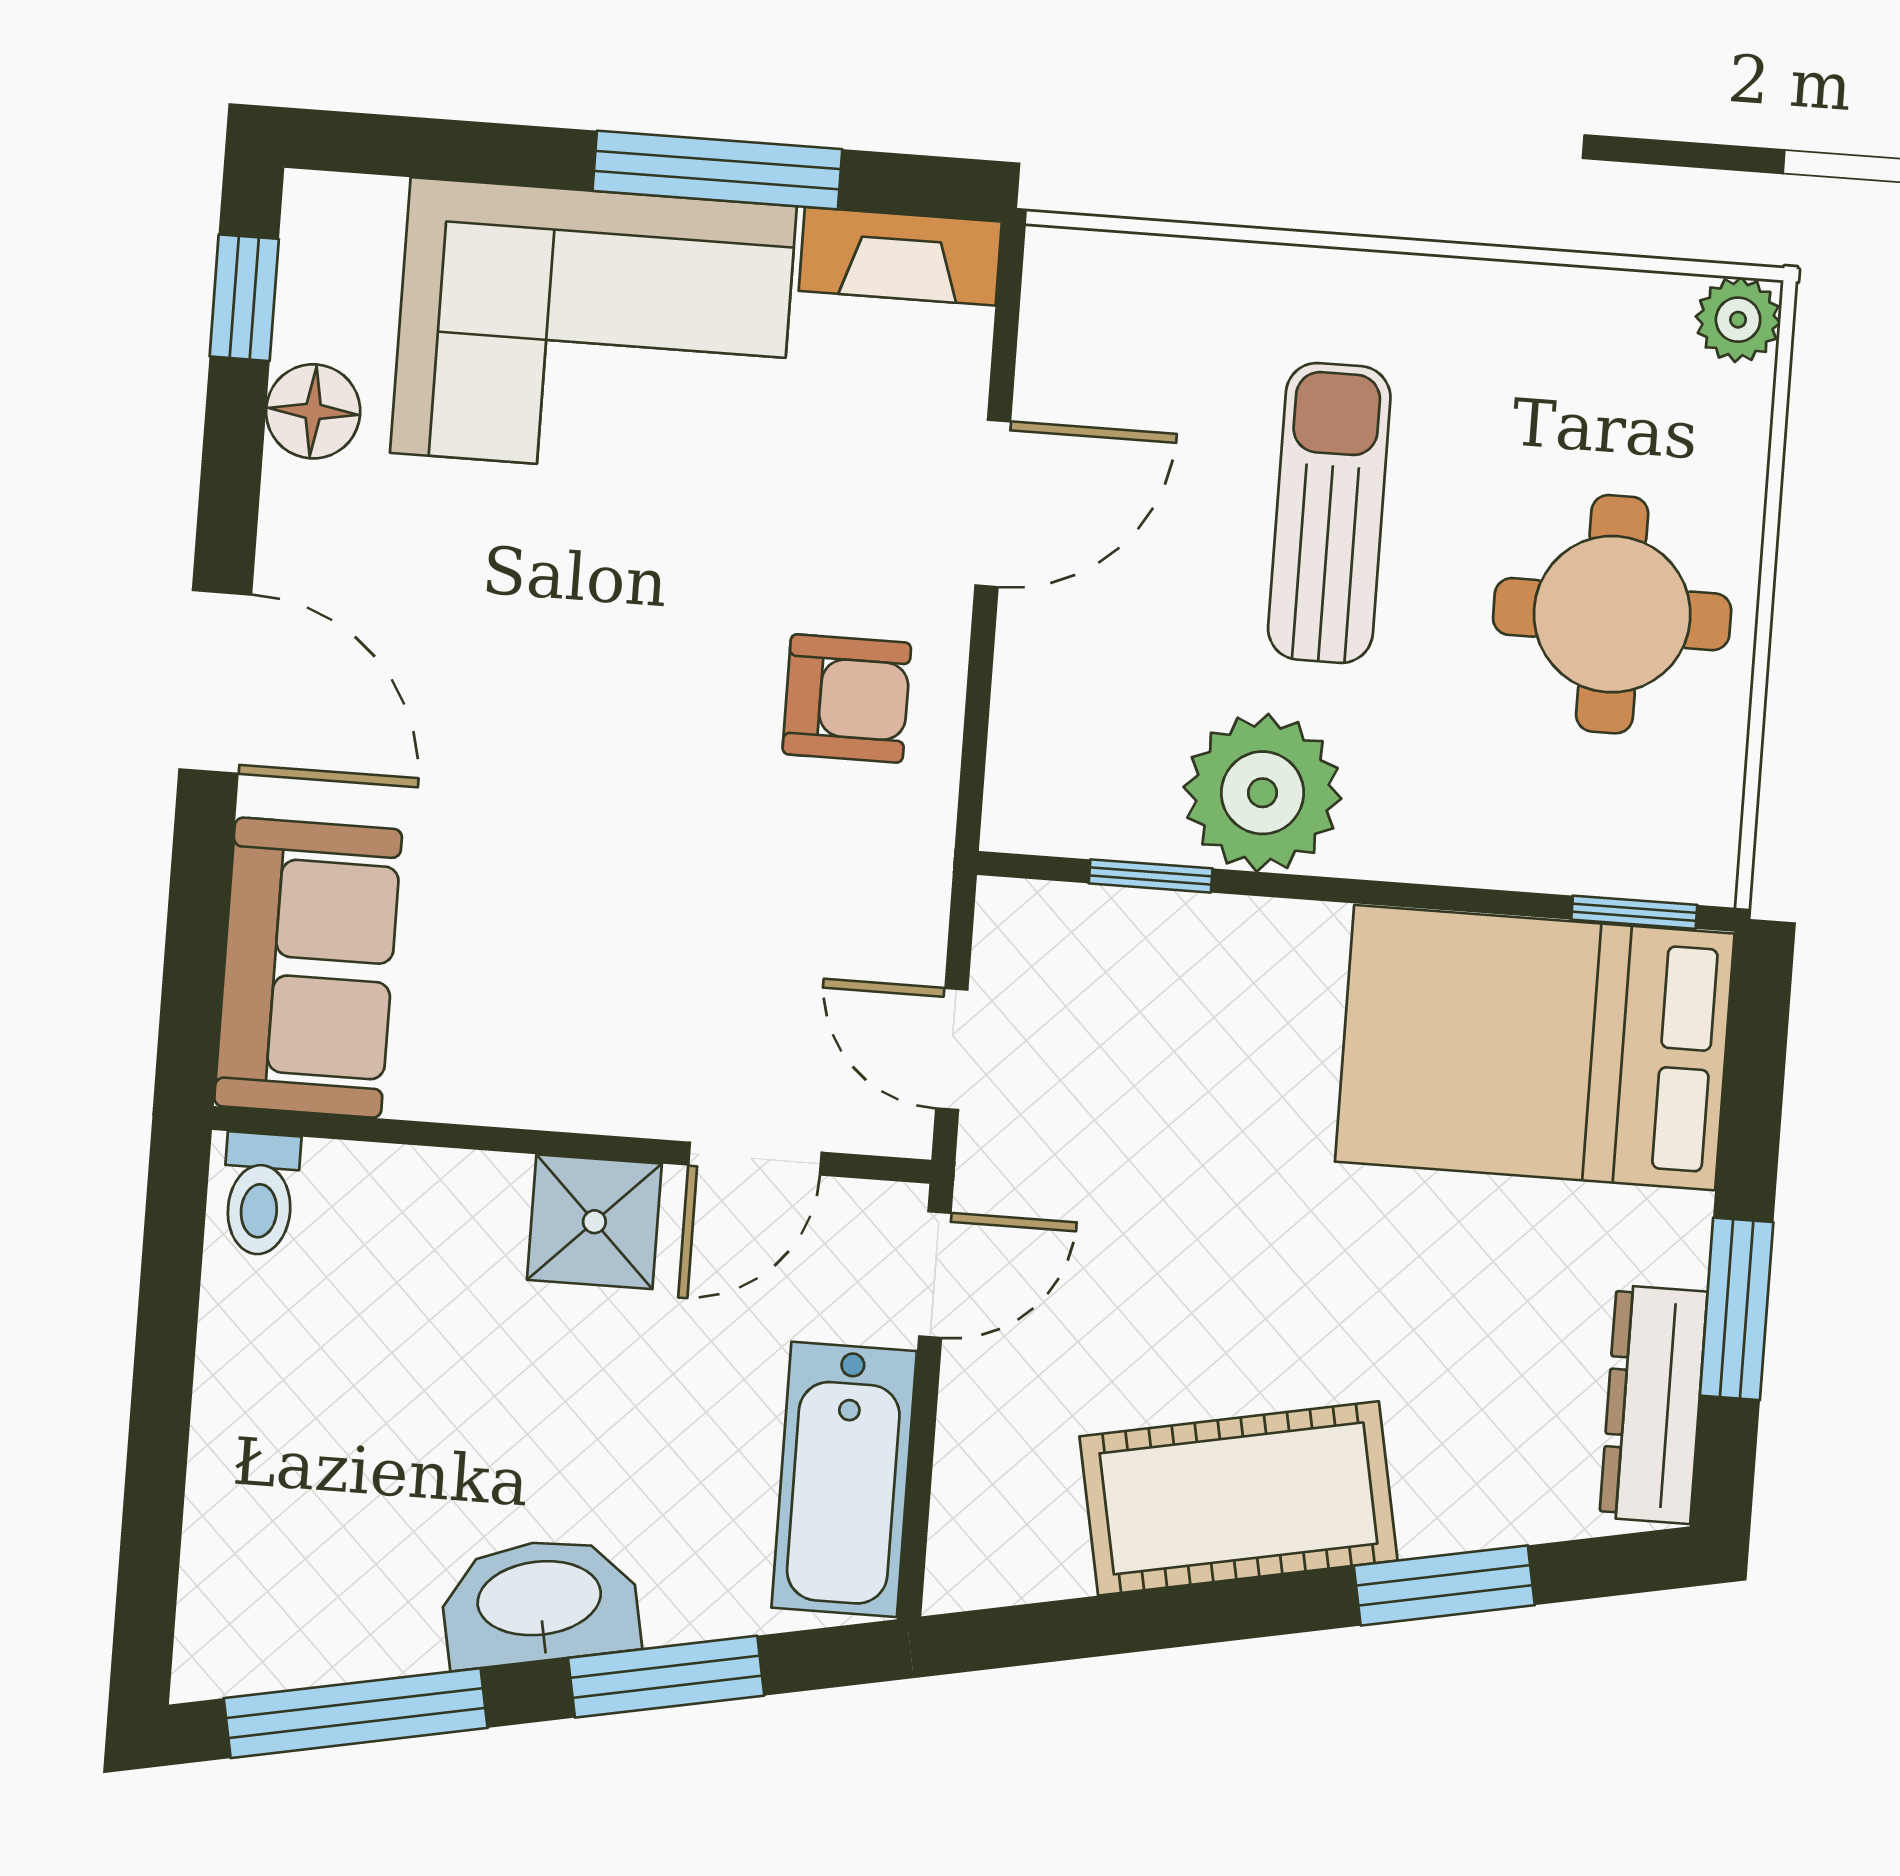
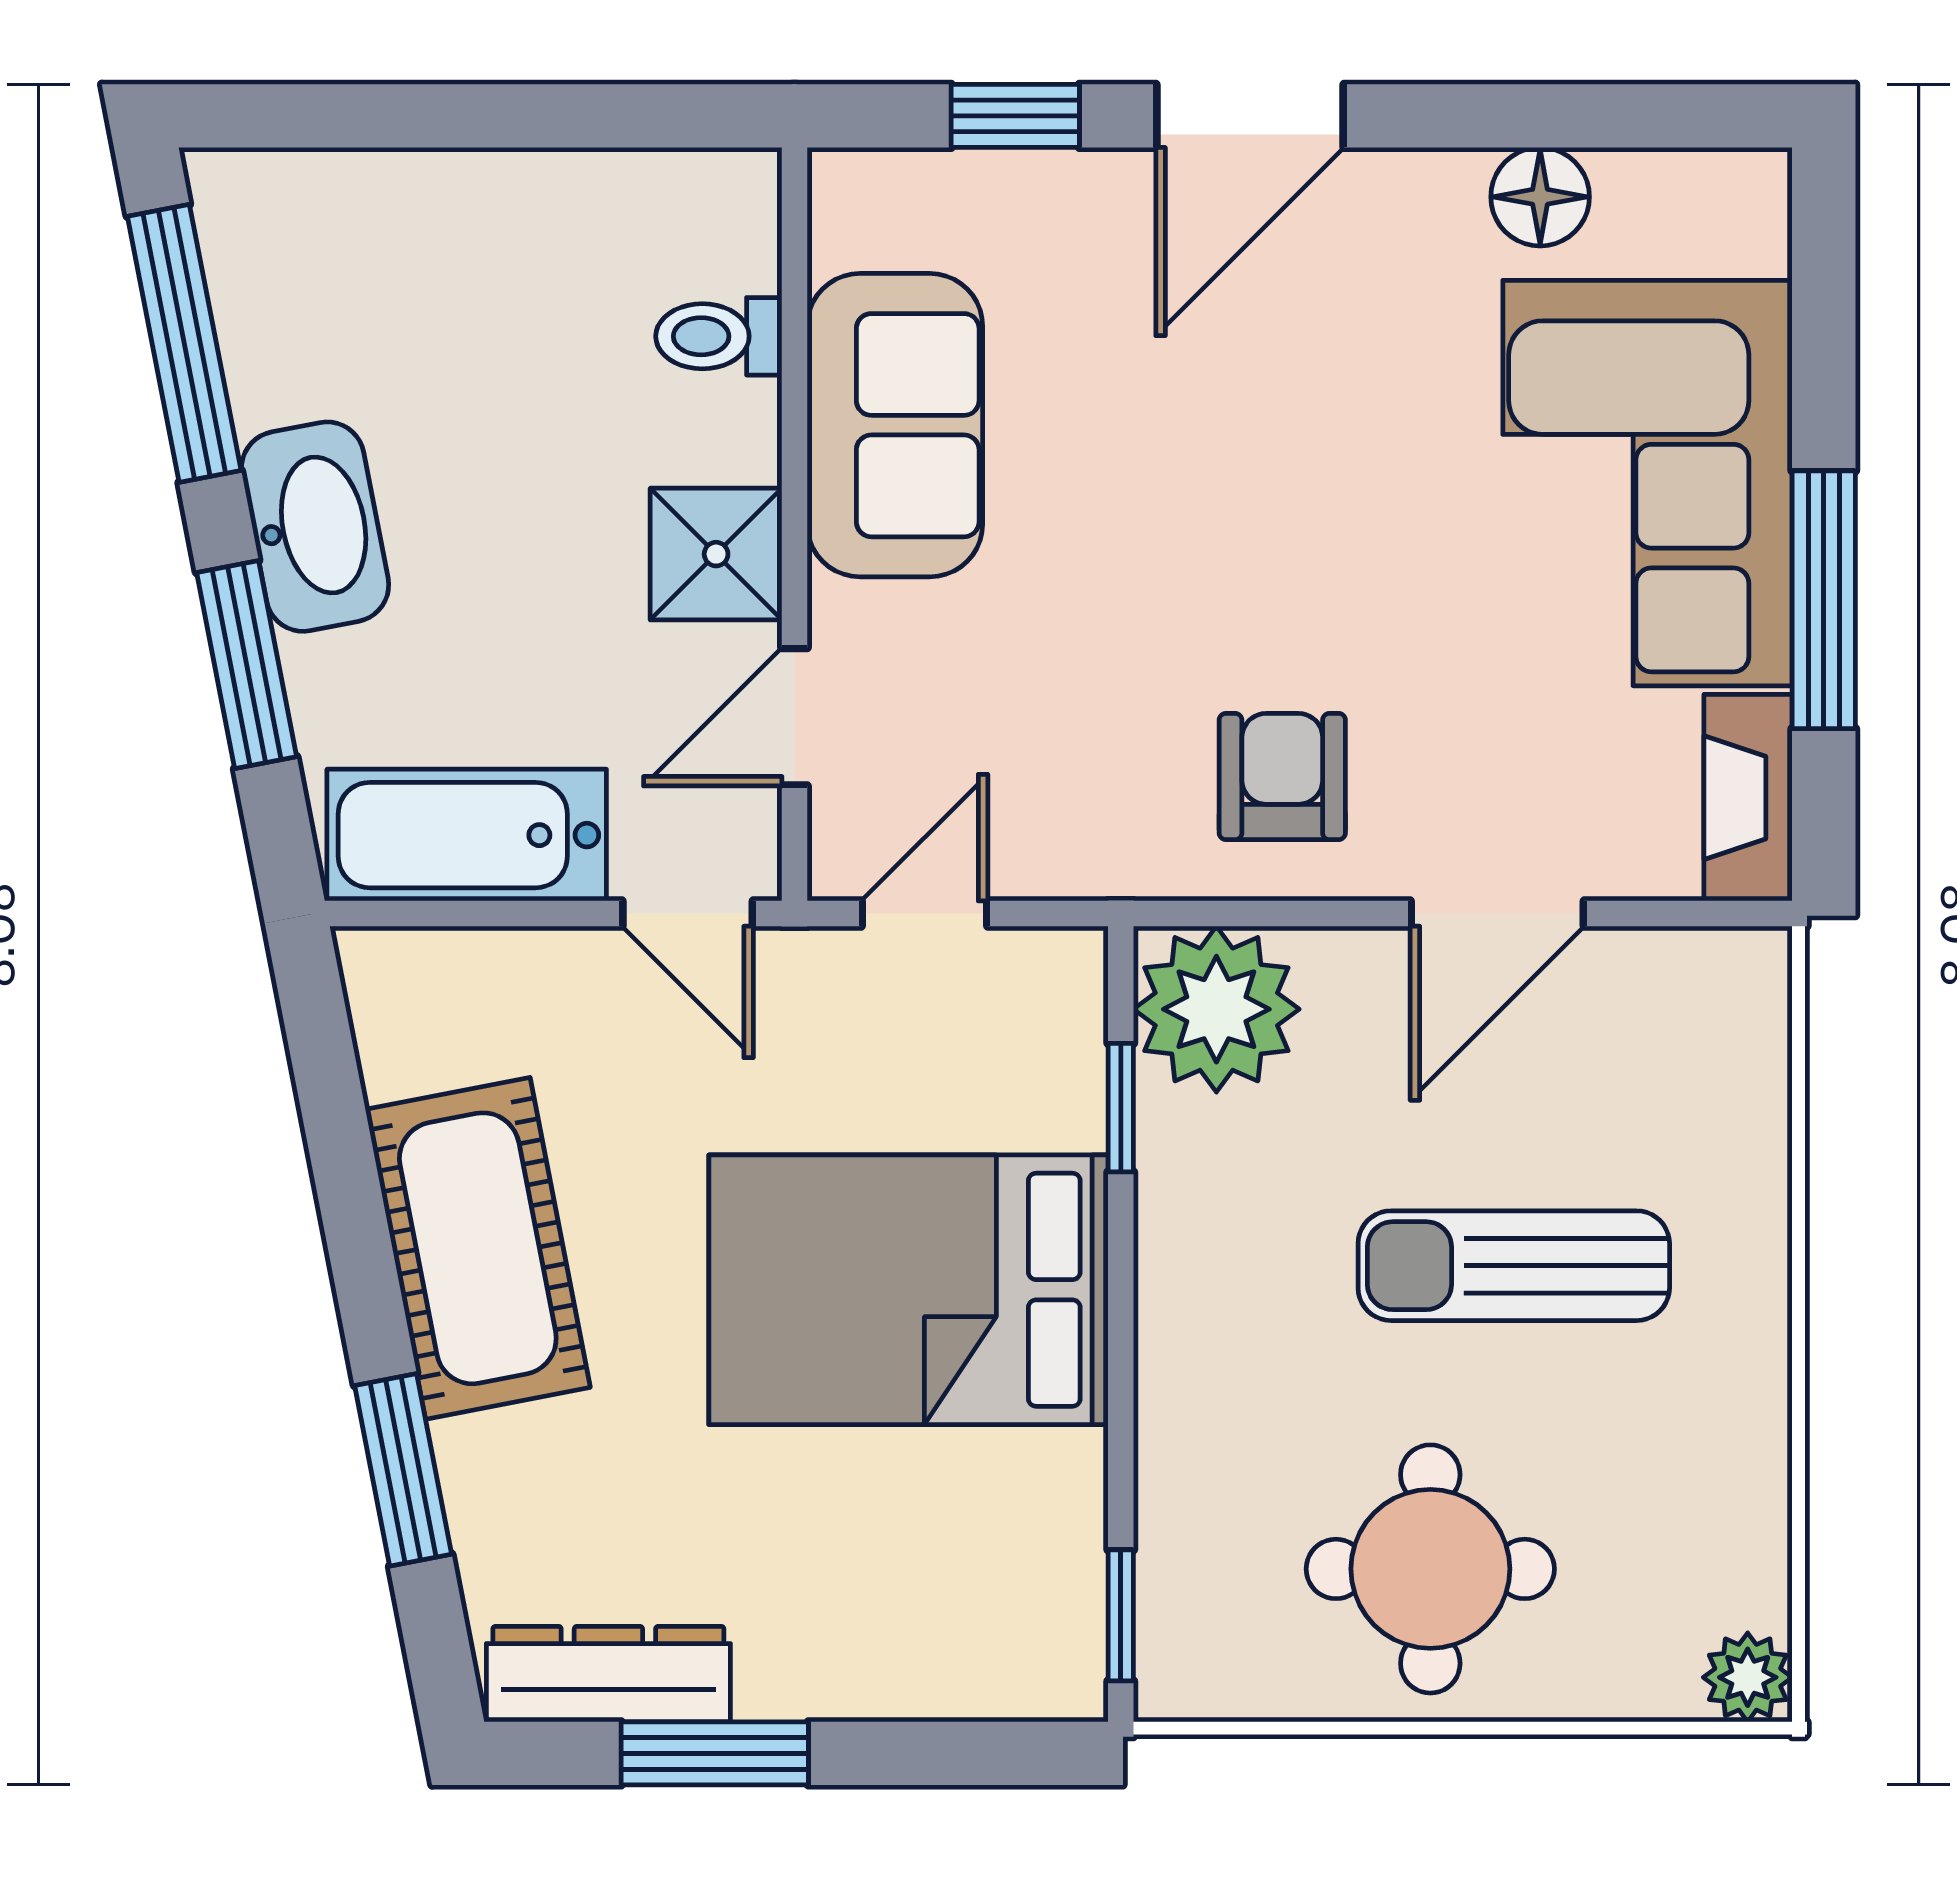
window: (244, 298) -> (1015, 116), moved
door: (993, 503) -> (1497, 914), hinge flipped
sun lounger: (1329, 513) -> (1514, 1266), turned 180
armchair: (847, 698) -> (1282, 777), turned 180
plant: (1262, 793) -> (1216, 1009), moved
sofa: (308, 968) -> (895, 425), moved, turned -90
bed: (1535, 1048) -> (909, 1290), moved, turned -90
door: (755, 1159) -> (795, 717), hinge flipped
toilet: (260, 1194) -> (719, 336), moved

